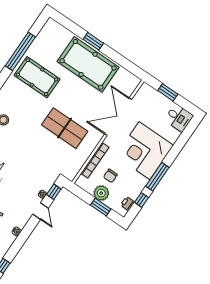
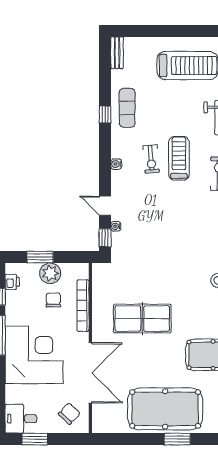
window: (168, 92) -> (35, 439), moved
chair: (147, 101) -> (69, 414), added

